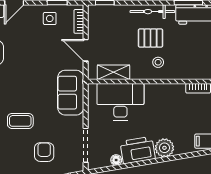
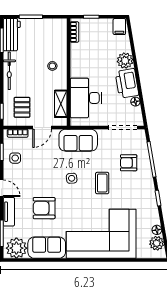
pallet: (151, 38) -> (22, 107), moved
side table: (26, 85) -> (72, 178), added

